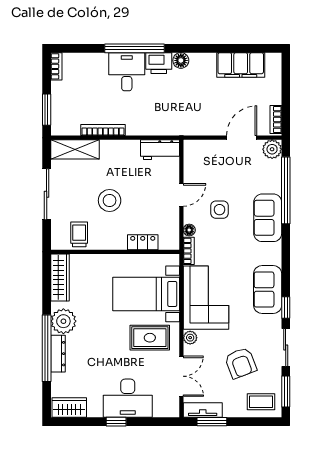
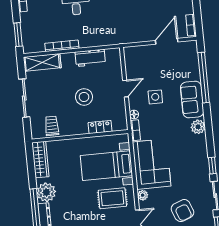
plant: (272, 149) -> (198, 127), moved
workbench: (160, 150) -> (90, 58), moved
stool: (110, 200) -> (84, 97), moved
sofa: (268, 290) -> (197, 153), removed

